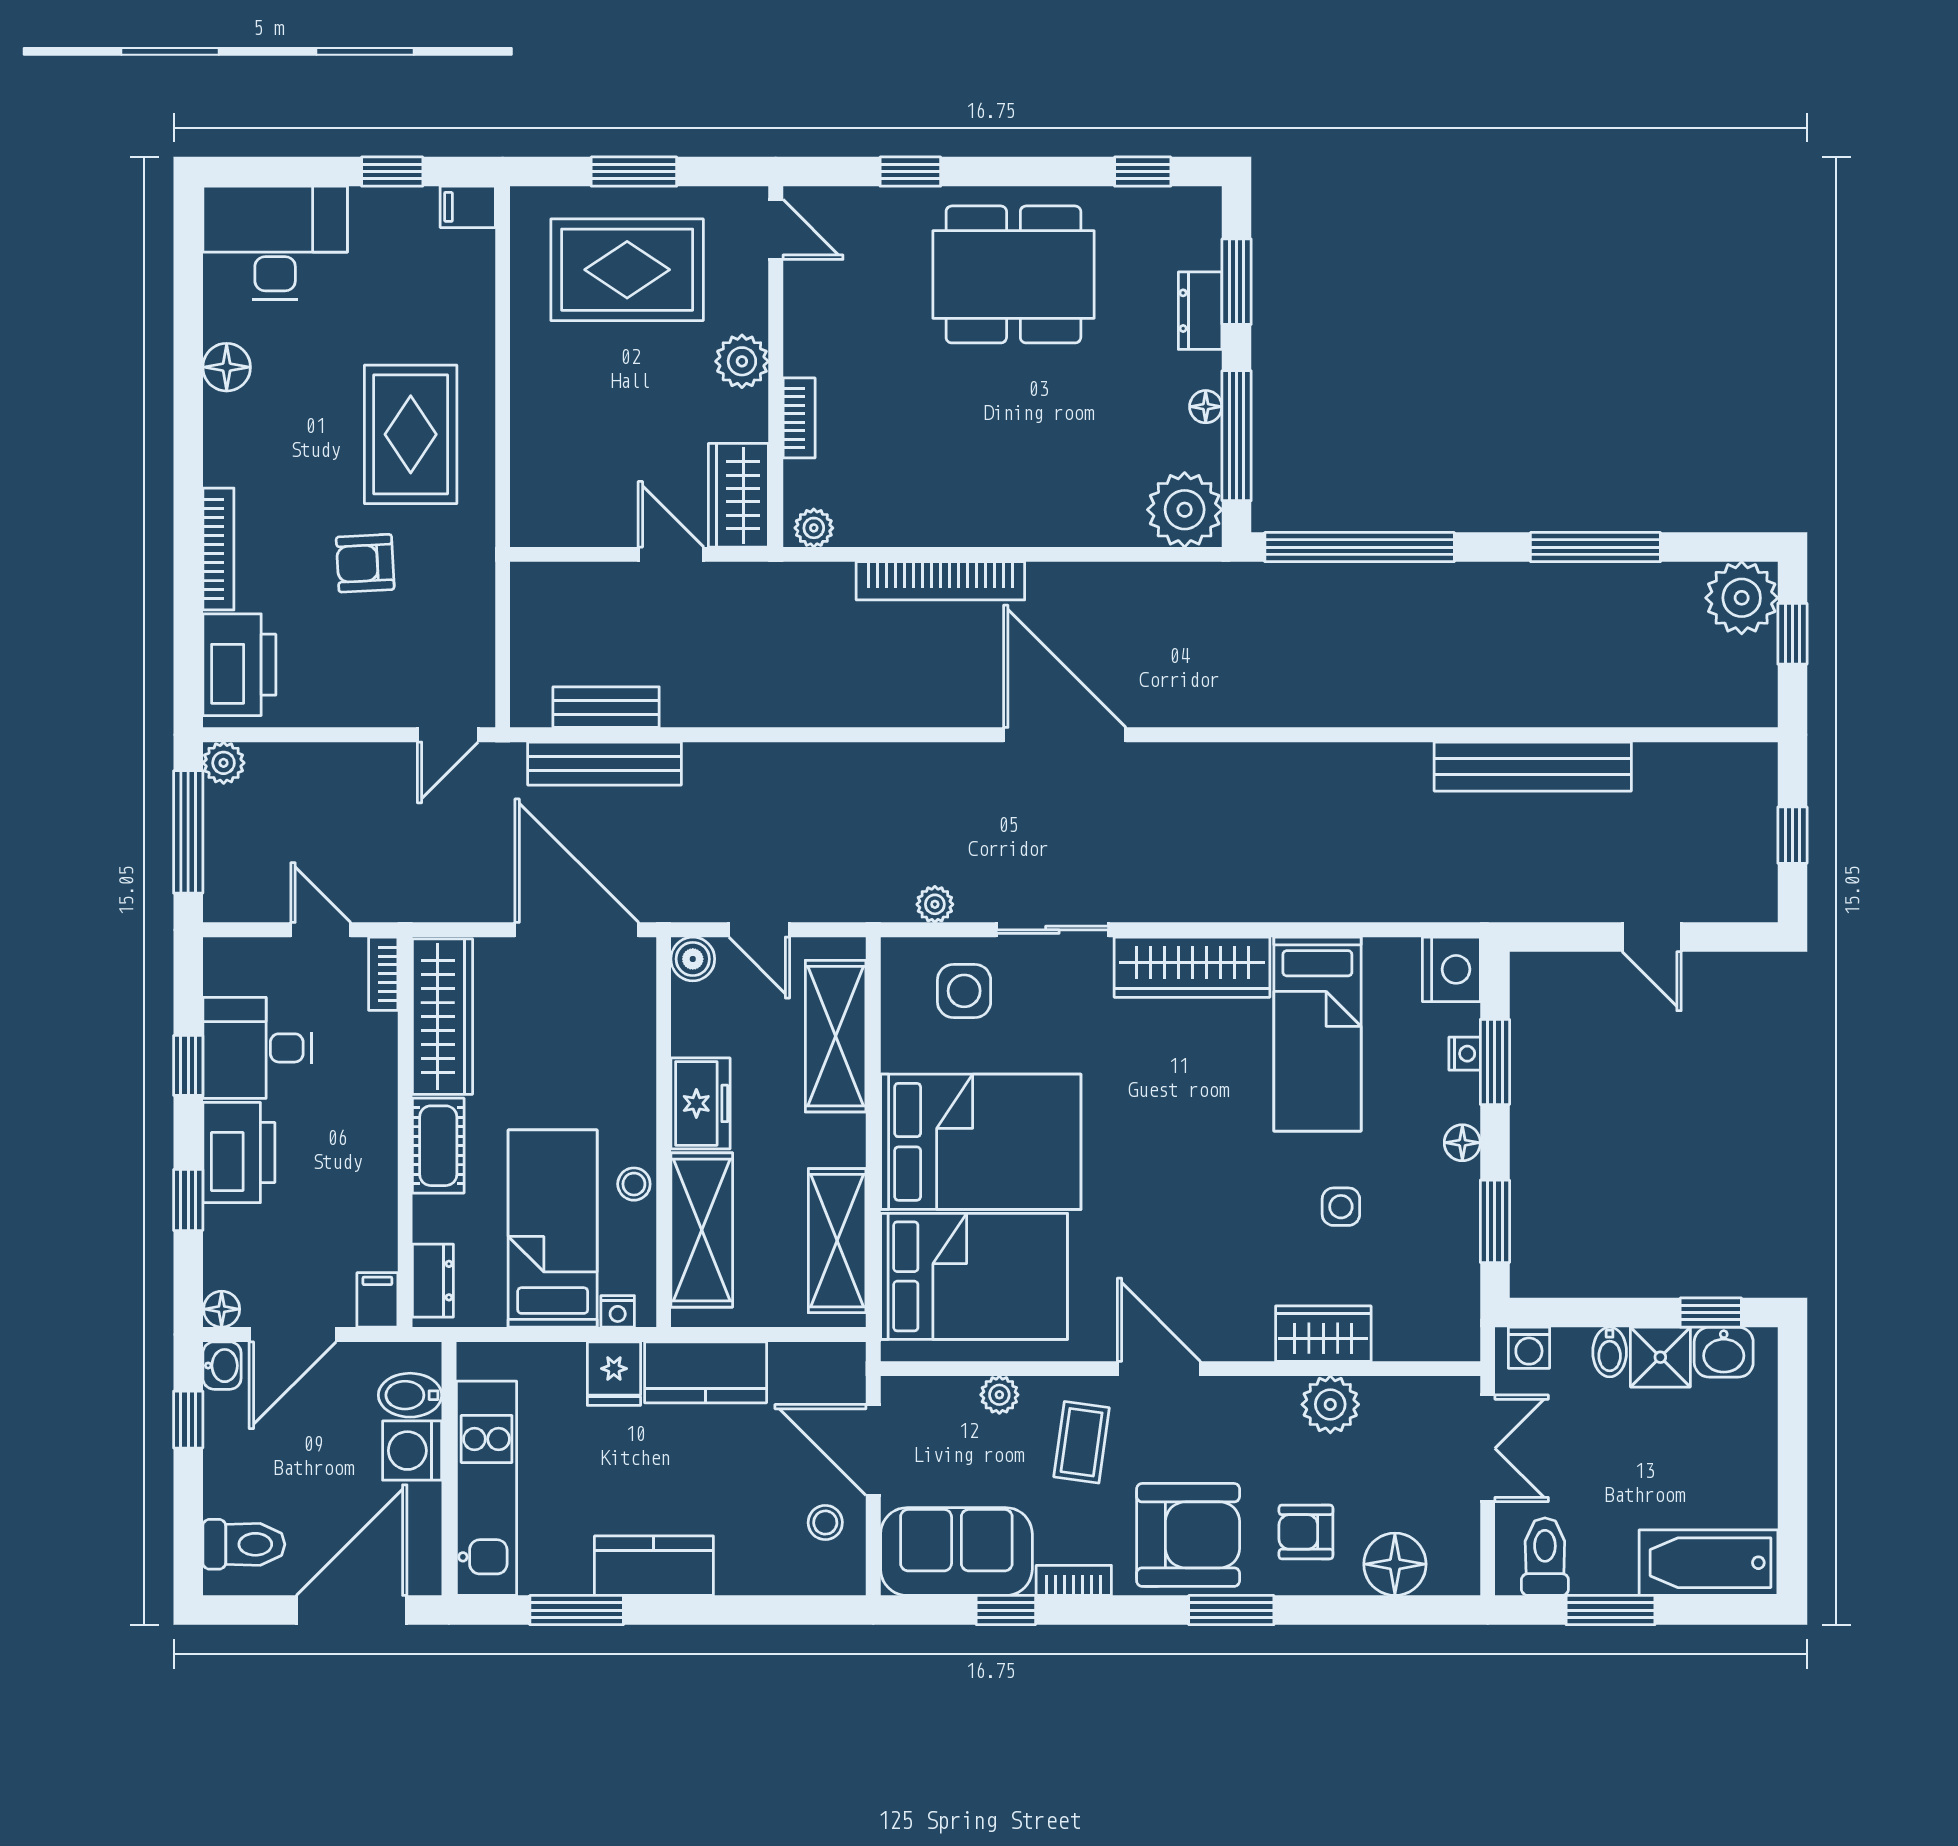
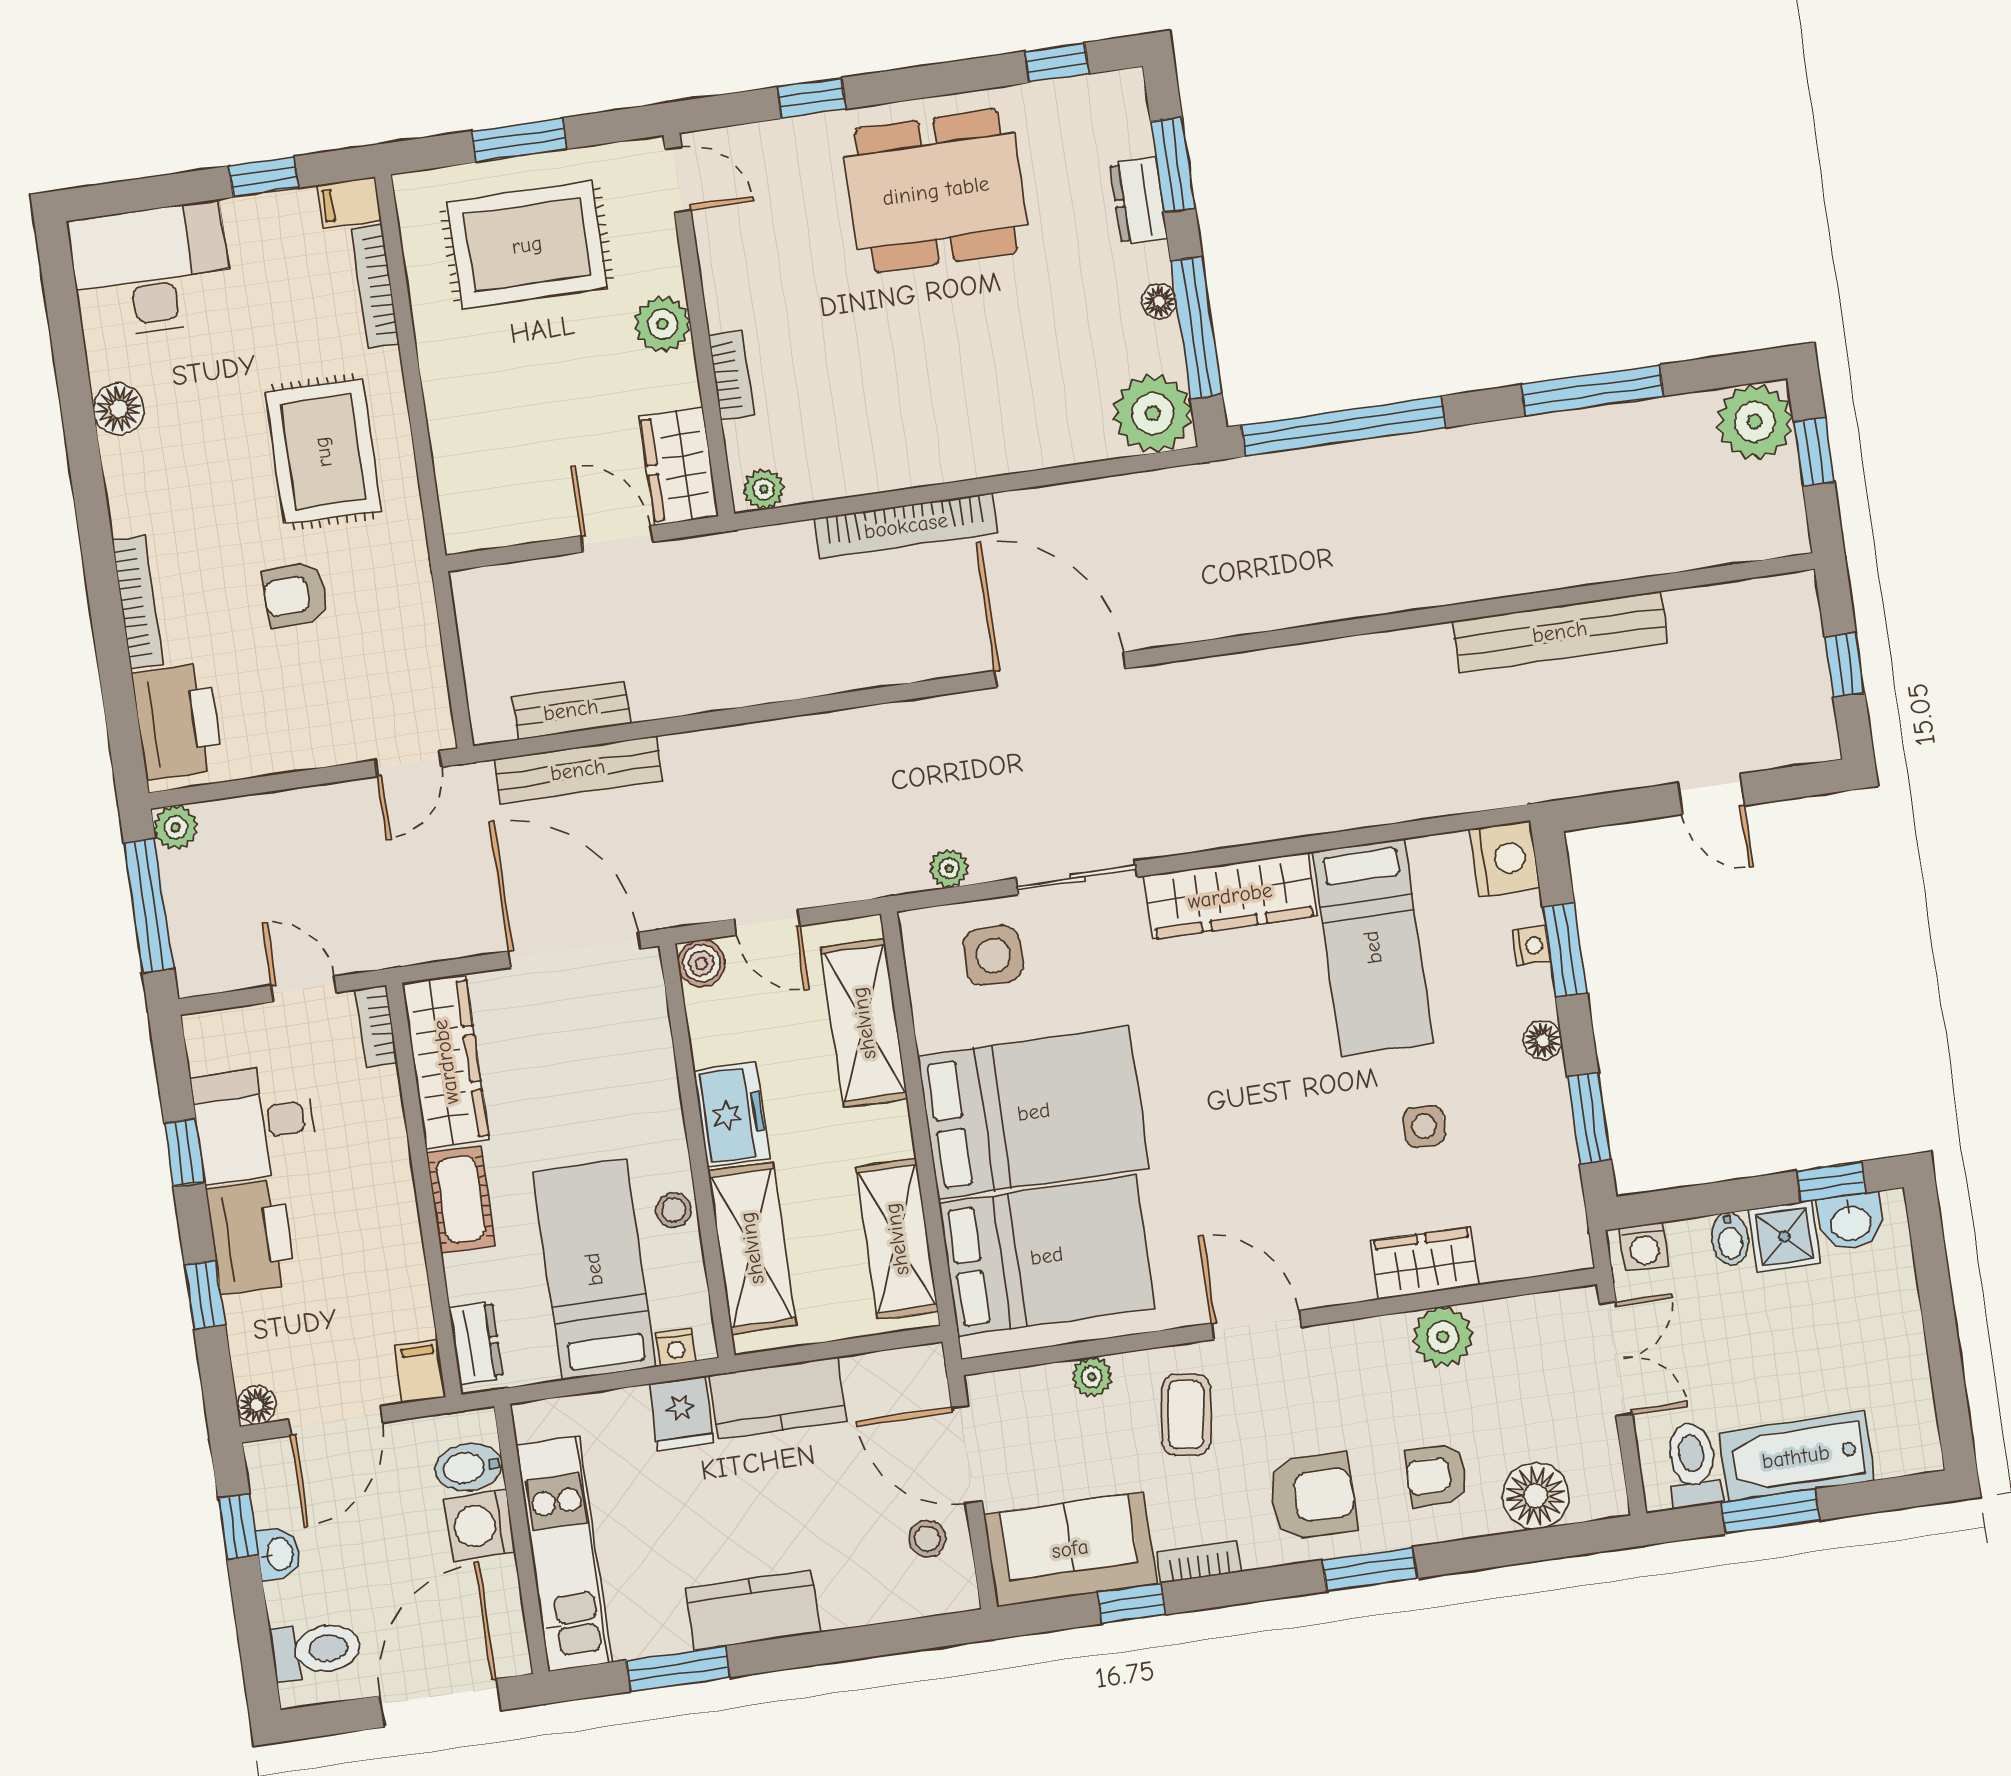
bookcase: (481, 288) -> (375, 287), added
washbasin: (222, 1366) -> (279, 1554), moved
armchair: (1188, 1535) -> (1313, 1496), width x0.73, depth x0.73
bathtub: (1708, 1563) -> (1796, 1457), moved

